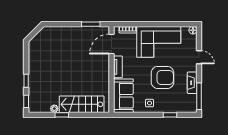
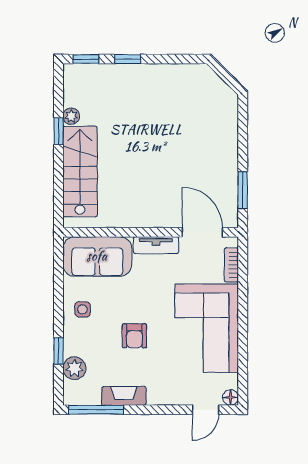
door: (199, 57) -> (206, 410), moved
armchair: (163, 77) -> (134, 336), width x0.53, depth x0.53
plant: (178, 107) -> (74, 368), added

